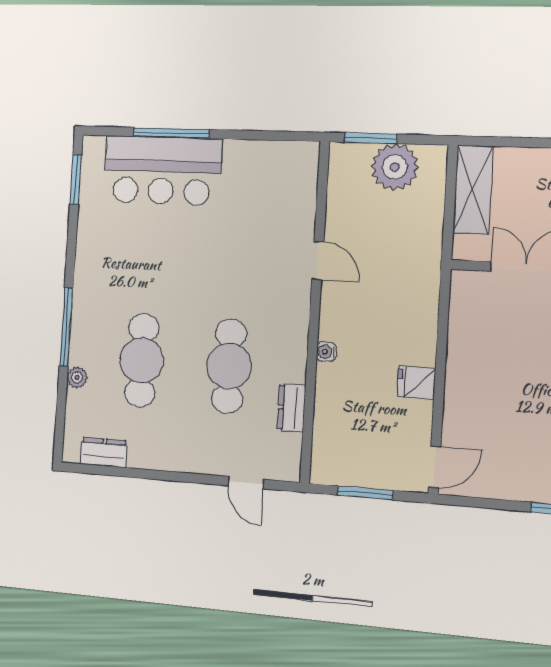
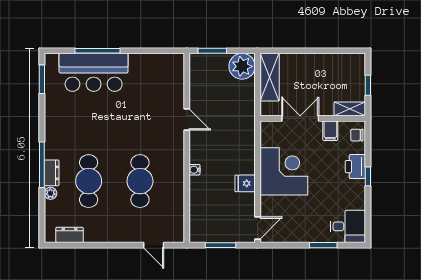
plant: (395, 167) -> (242, 66), moved
corner desk: (490, 365) -> (284, 171), added
dresser: (292, 408) -> (52, 173), moved, turned 180

